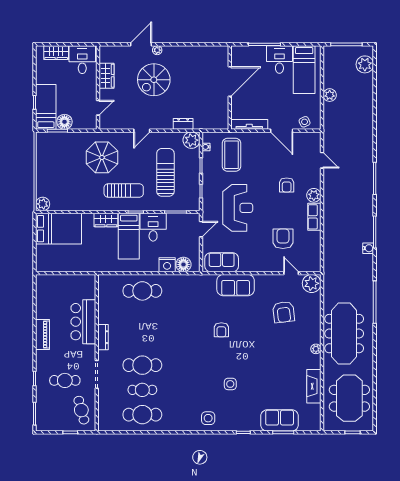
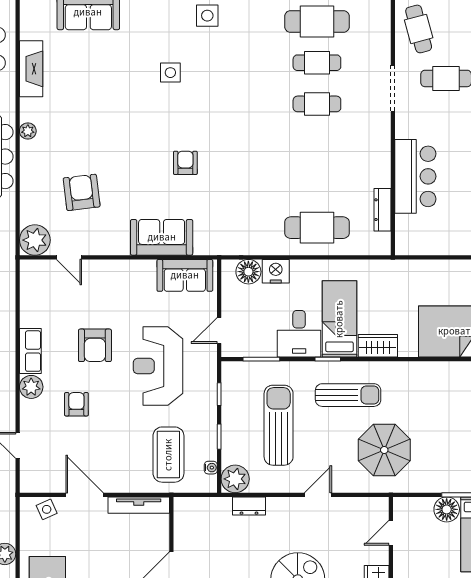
sun lounger: (165, 172) -> (279, 425), turned 180
sun lounger: (124, 190) -> (348, 395), turned 180
armchair: (283, 239) -> (95, 345), moved
dresser: (103, 337) -> (382, 210), moved
cafe table: (142, 365) -> (317, 104), width x0.73, depth x0.74

